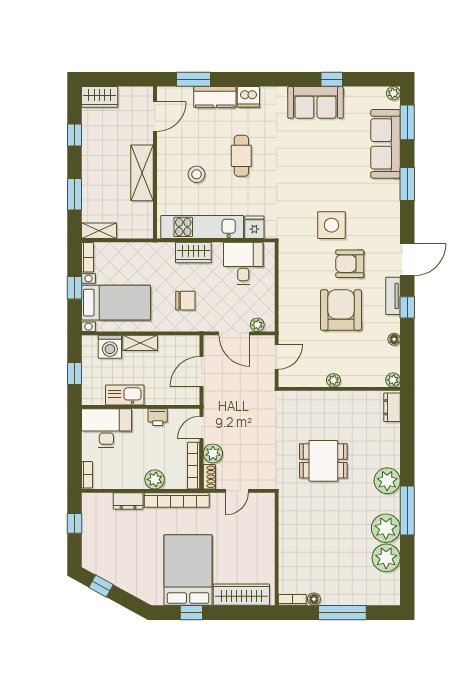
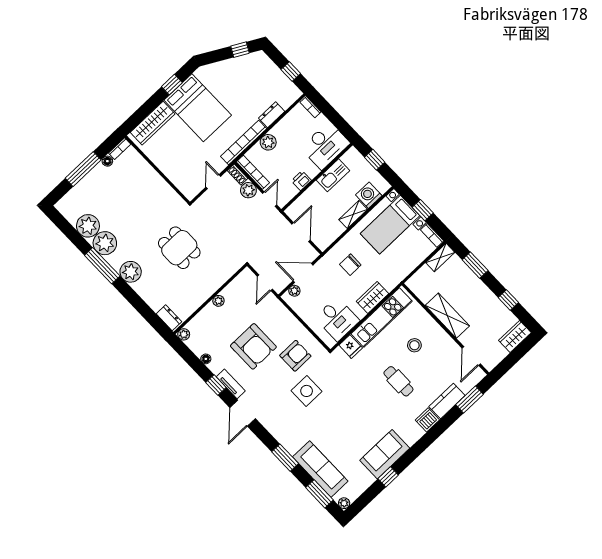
armchair: (350, 264) -> (295, 356), moved
dining table: (323, 461) -> (179, 248), turned 90

